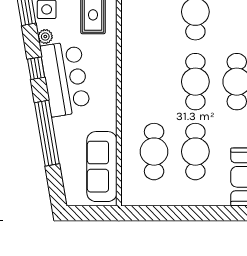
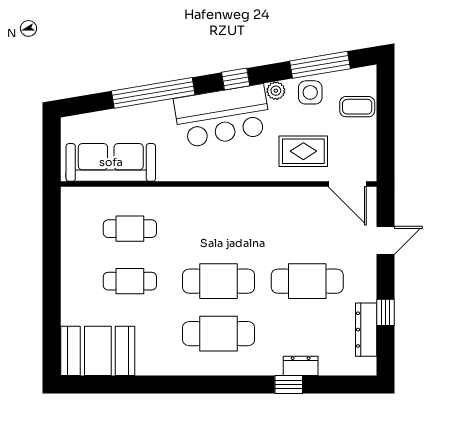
cafe table: (154, 152) -> (130, 229), width x0.73, depth x0.74
cafe table: (195, 152) -> (130, 281), width x0.73, depth x0.74

